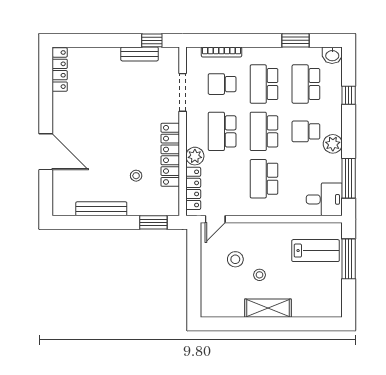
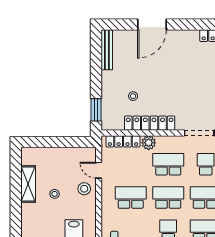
bench: (101, 209) -> (107, 50), moved
door: (215, 219) -> (99, 170), moved
stool: (235, 259) -> (84, 189), moved
shelving: (268, 308) -> (28, 184), moved

